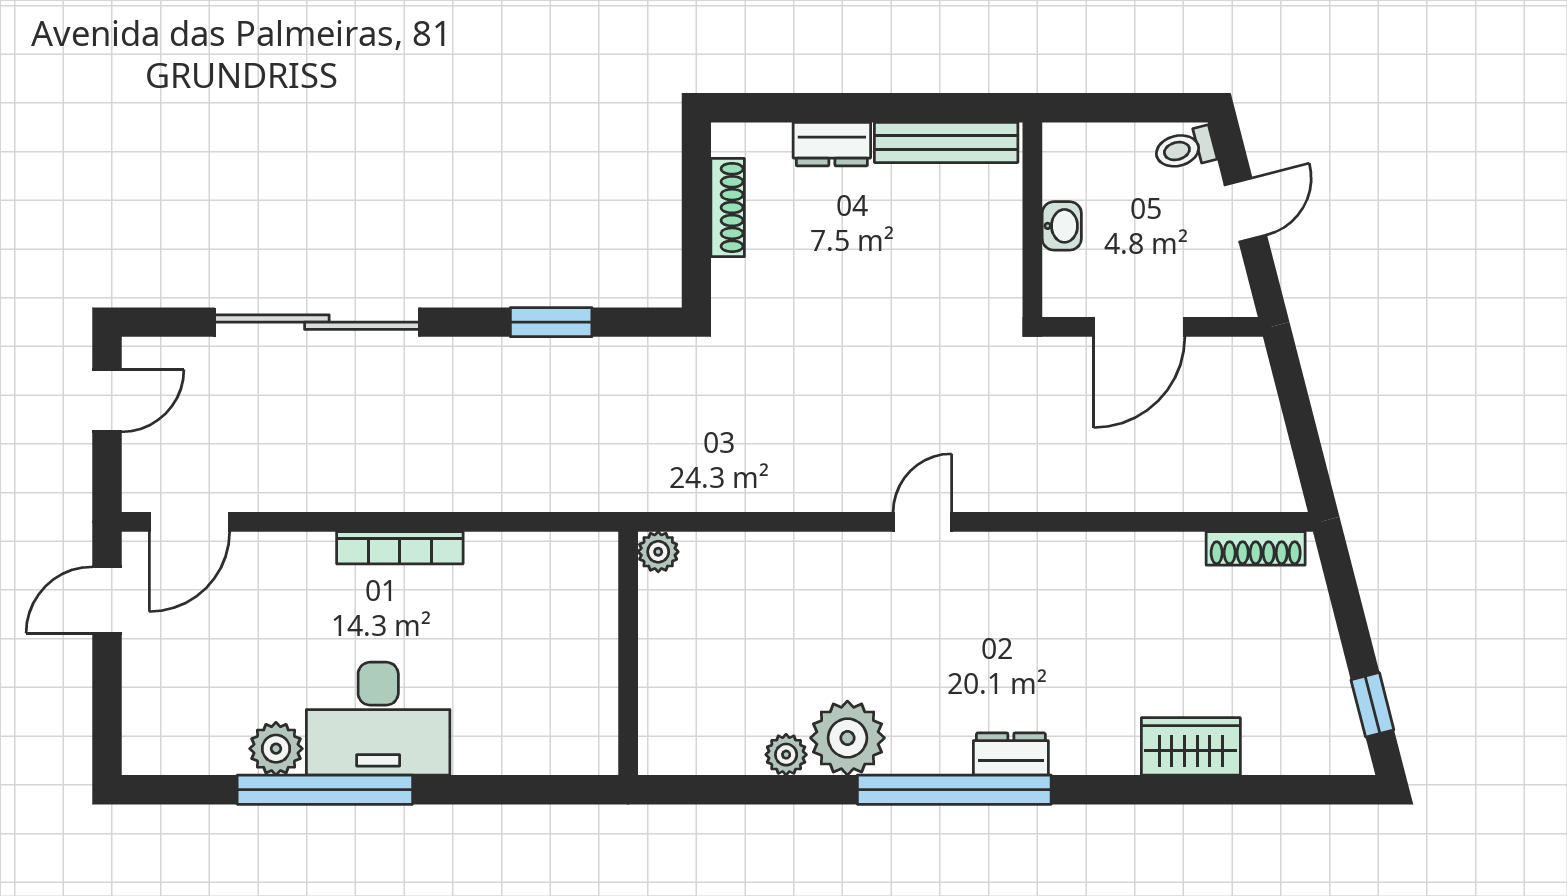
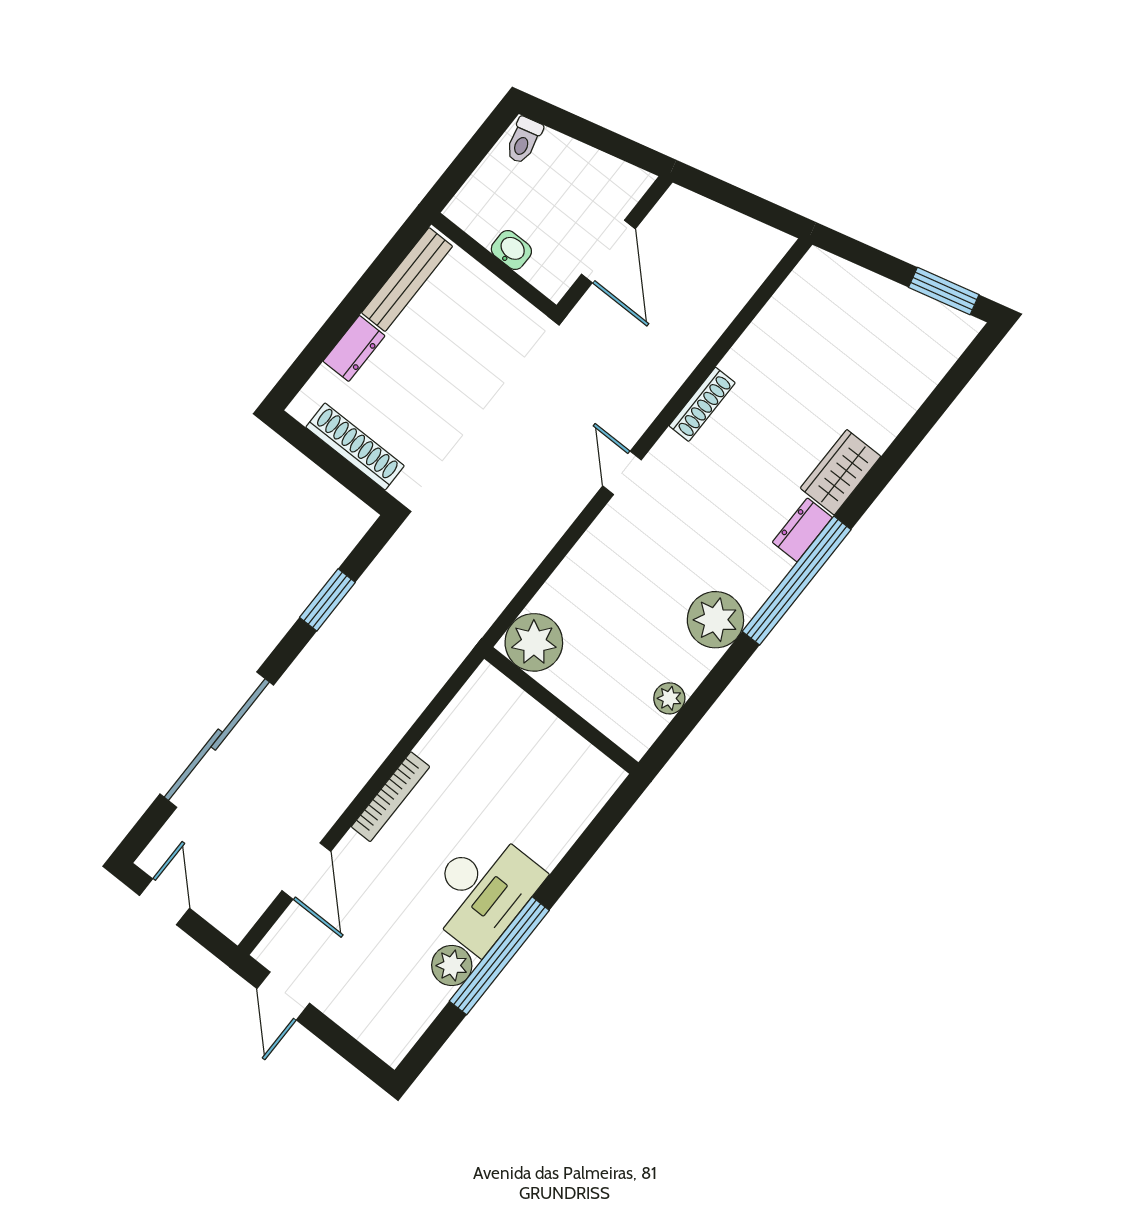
shoe rack: (728, 208) -> (355, 447), width x1.36, depth x1.24
door: (1245, 210) -> (589, 133), removed
door: (189, 522) -> (306, 871), moved
shoe rack: (1256, 548) -> (702, 404), moved
plant: (658, 552) -> (534, 642), width x1.88, depth x1.88
window: (1372, 705) -> (944, 291), width x1.50
wardrobe: (1191, 746) -> (841, 472), moved
plant: (786, 755) -> (669, 698), moved

